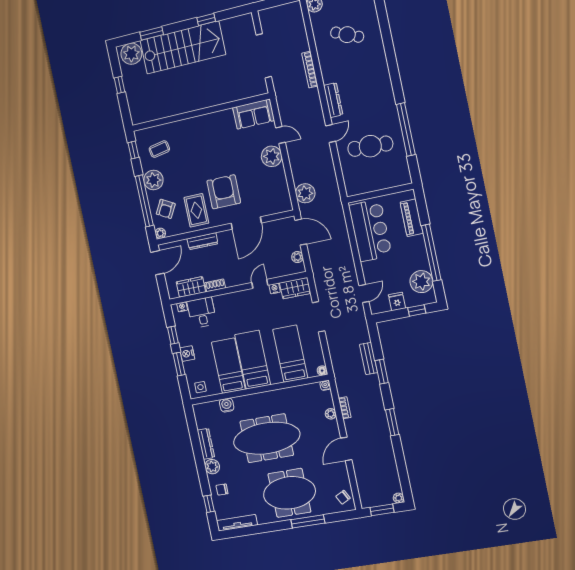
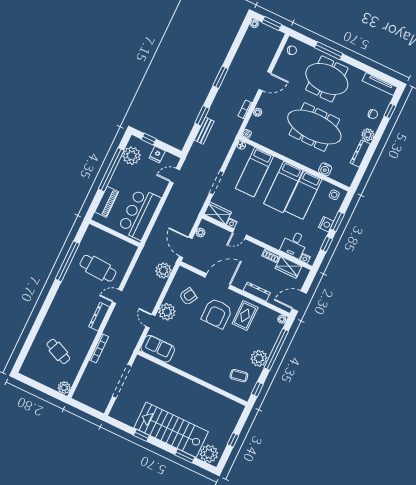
armchair: (166, 209) -> (188, 296), moved

